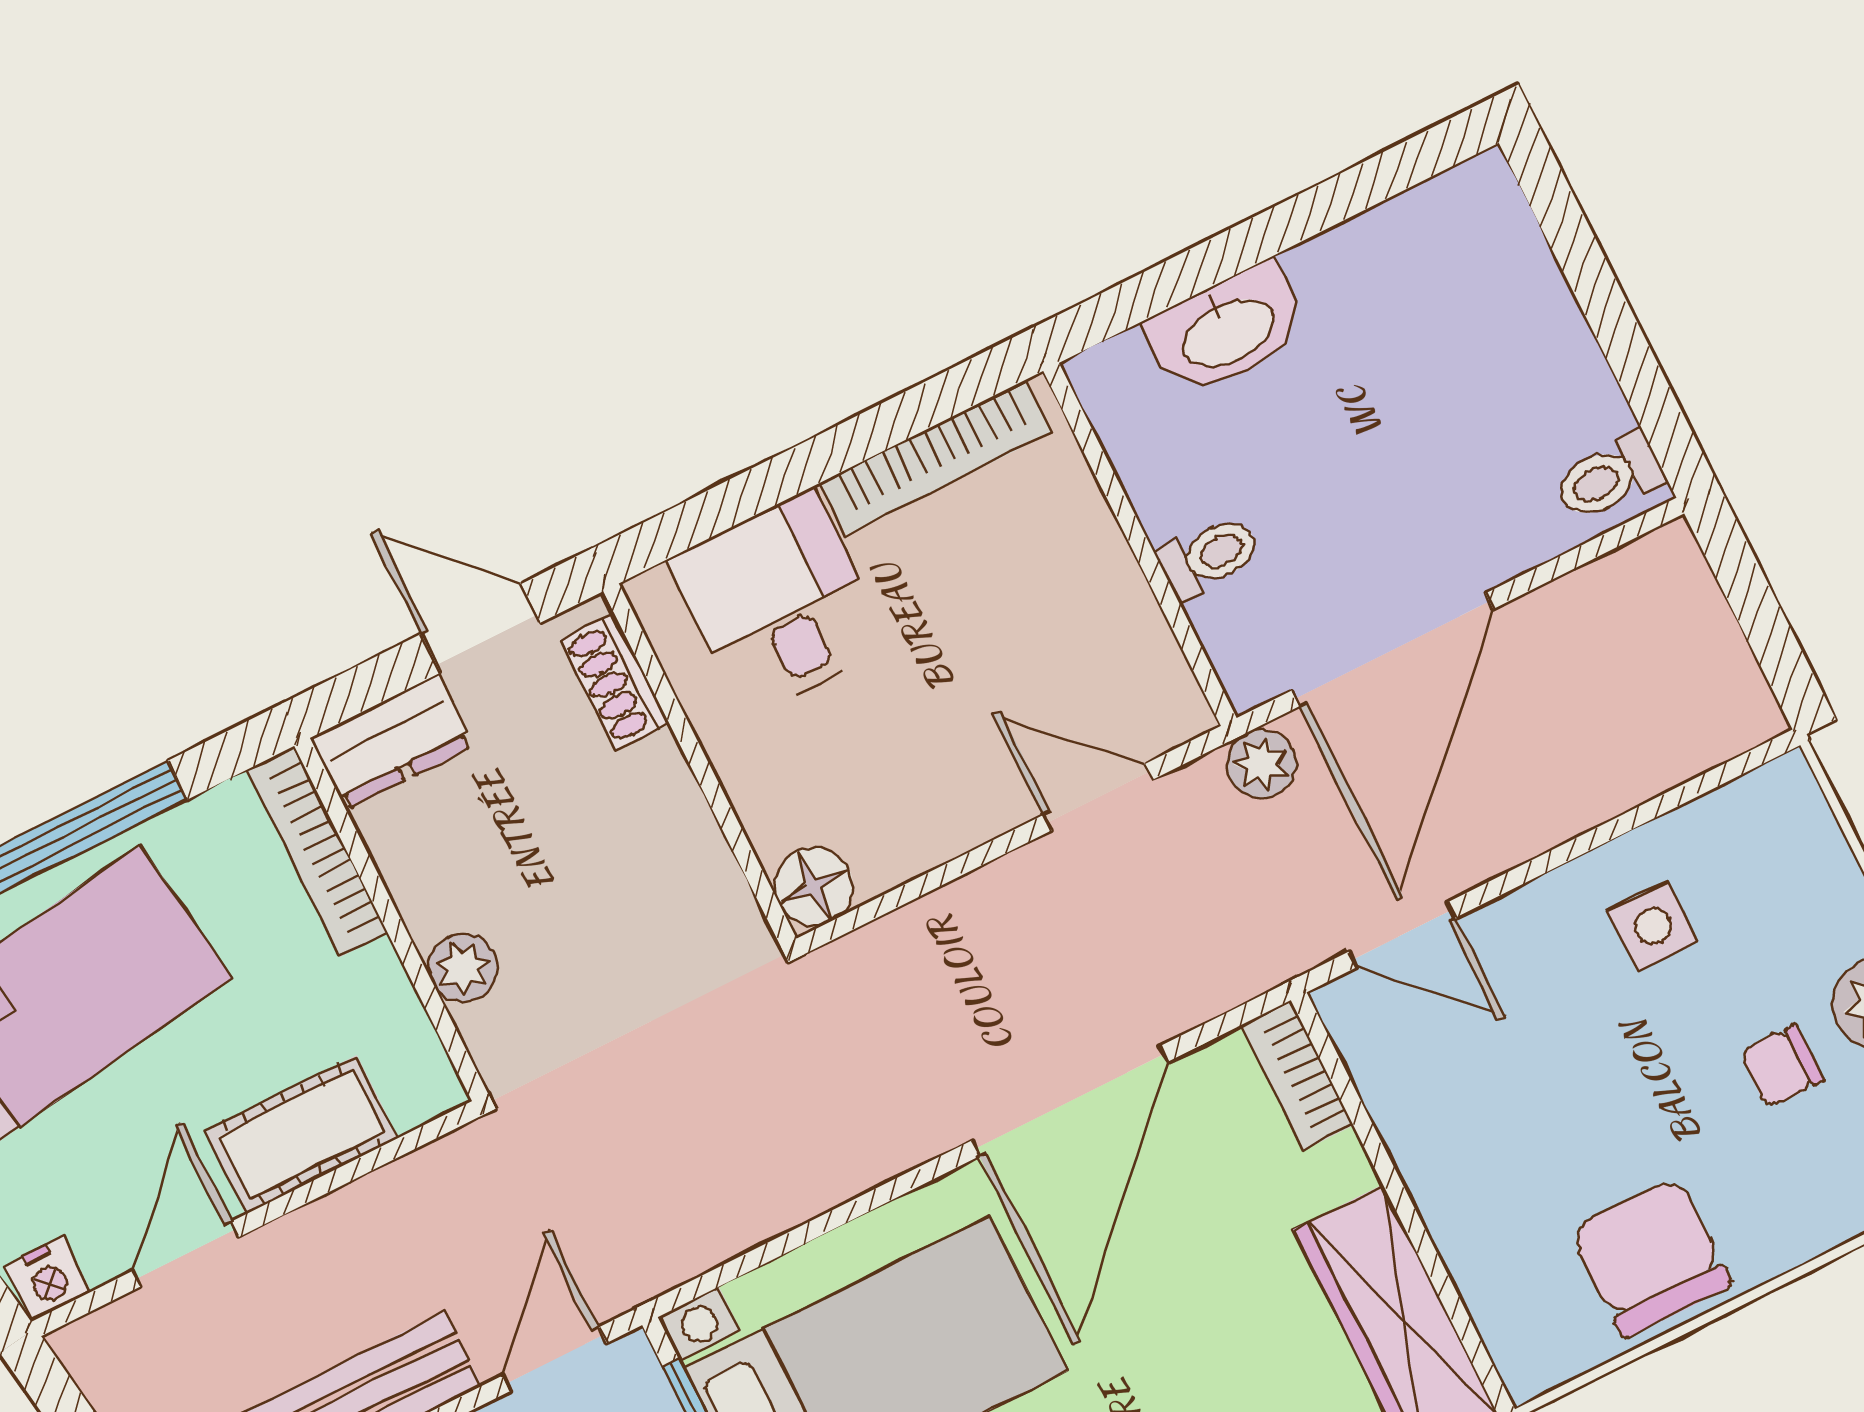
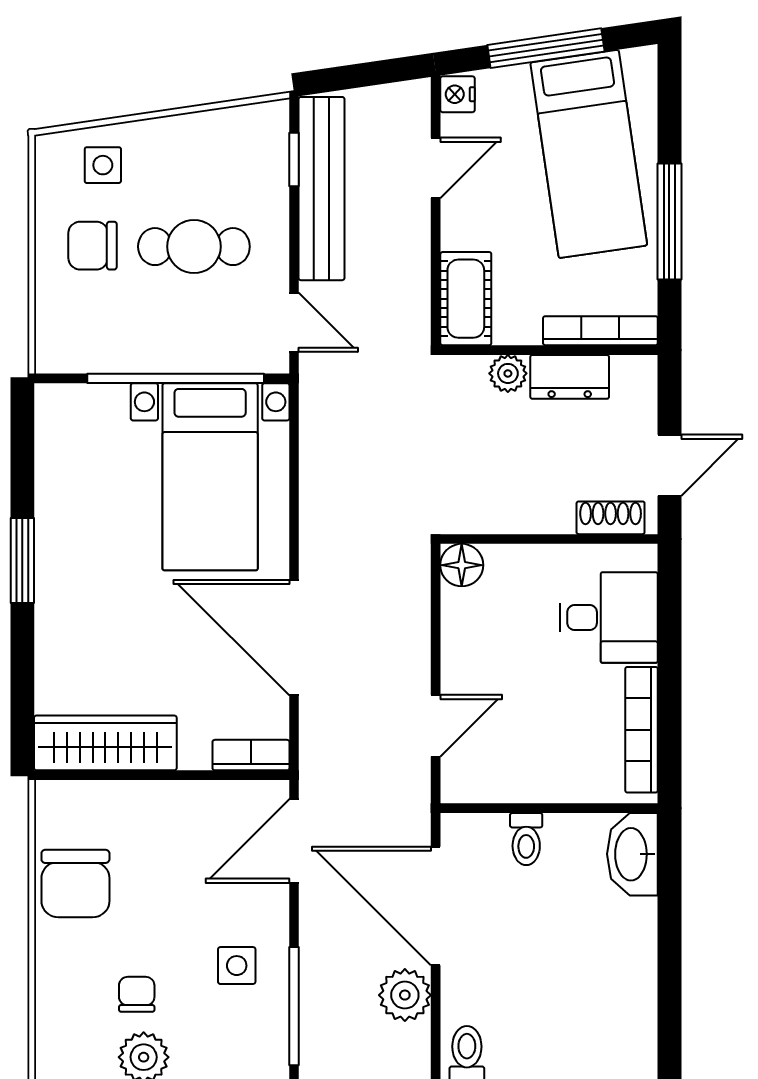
washbasin: (1227, 330) -> (632, 854), moved
dresser: (392, 742) -> (570, 377), moved, turned -90
plant: (1261, 764) -> (405, 995), moved, width x1.38, depth x1.38
window: (1672, 799) -> (294, 1006), added
door: (1402, 935) -> (294, 841), width x1.38
cot: (301, 1135) -> (466, 299), moved
door: (186, 1254) -> (436, 168), hinge flipped
chair: (1651, 1257) -> (75, 883), turned 90

